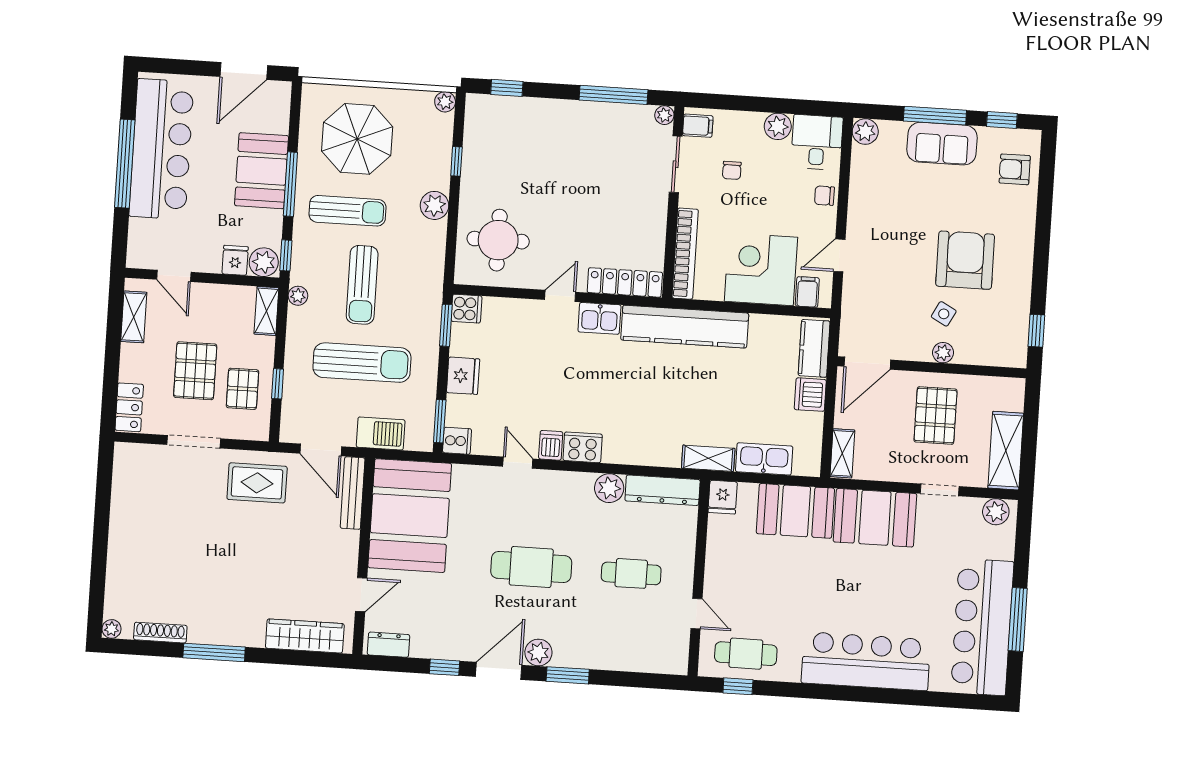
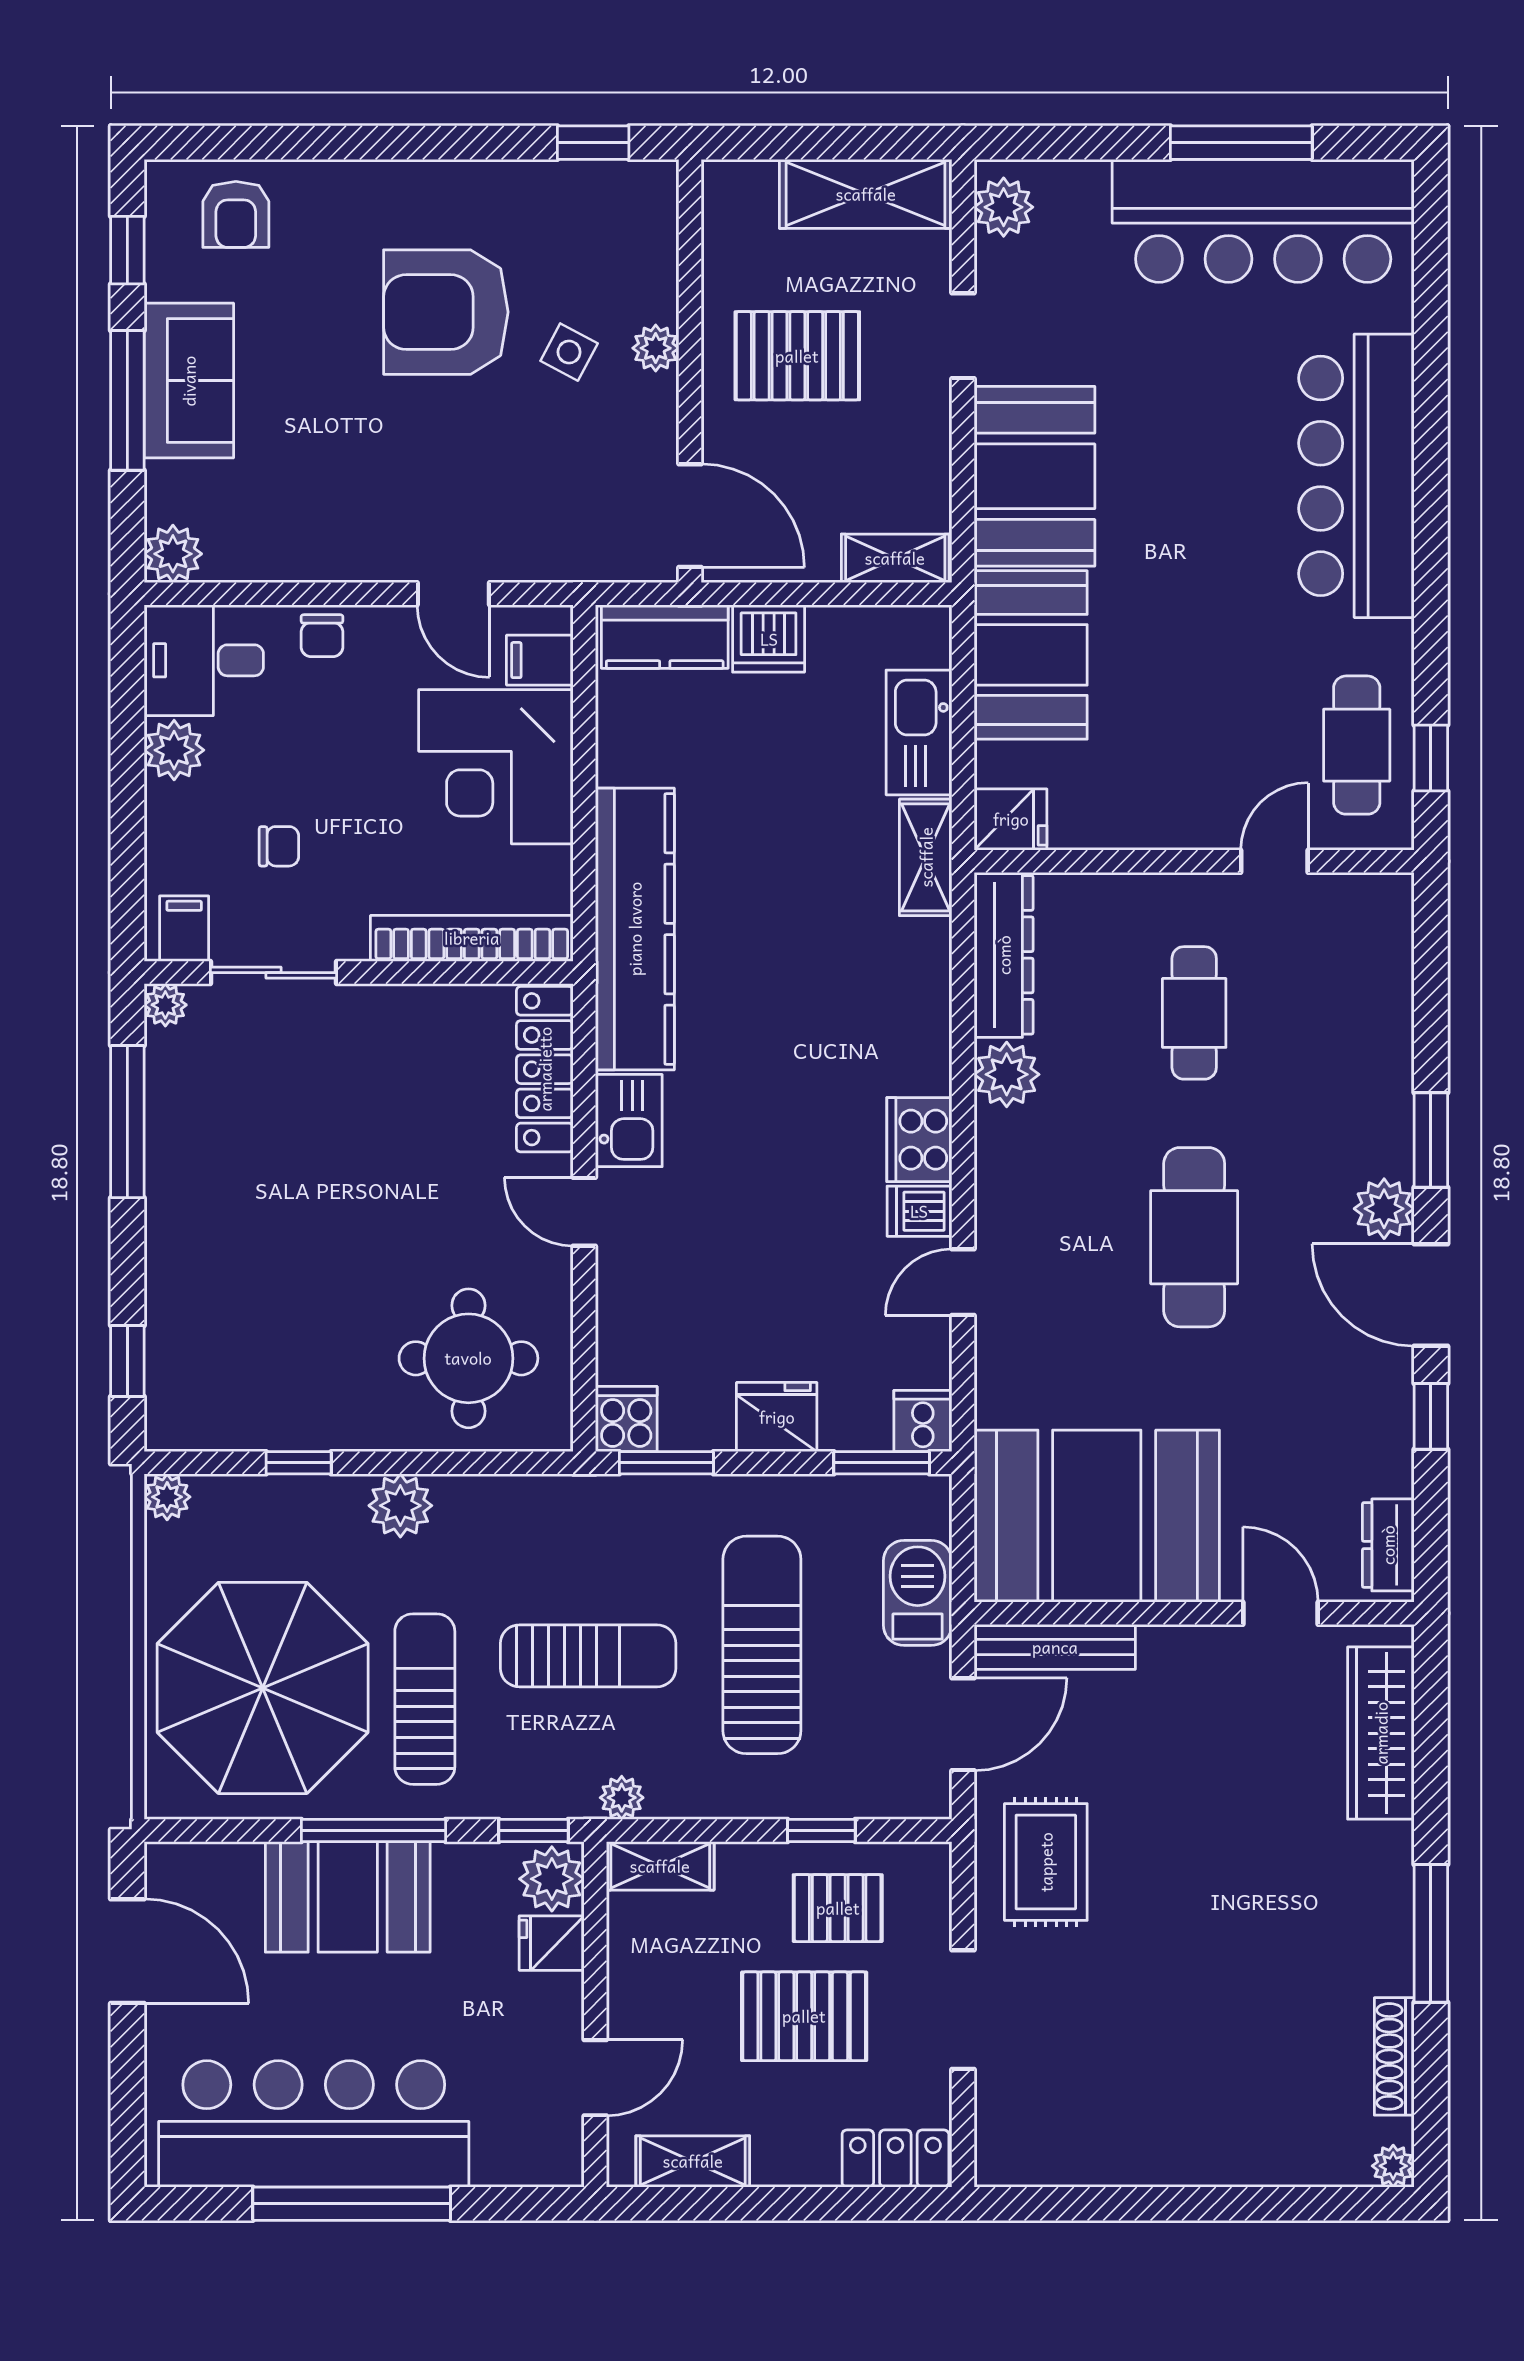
parasol: (357, 139) -> (263, 1688), width x1.36, depth x1.36

